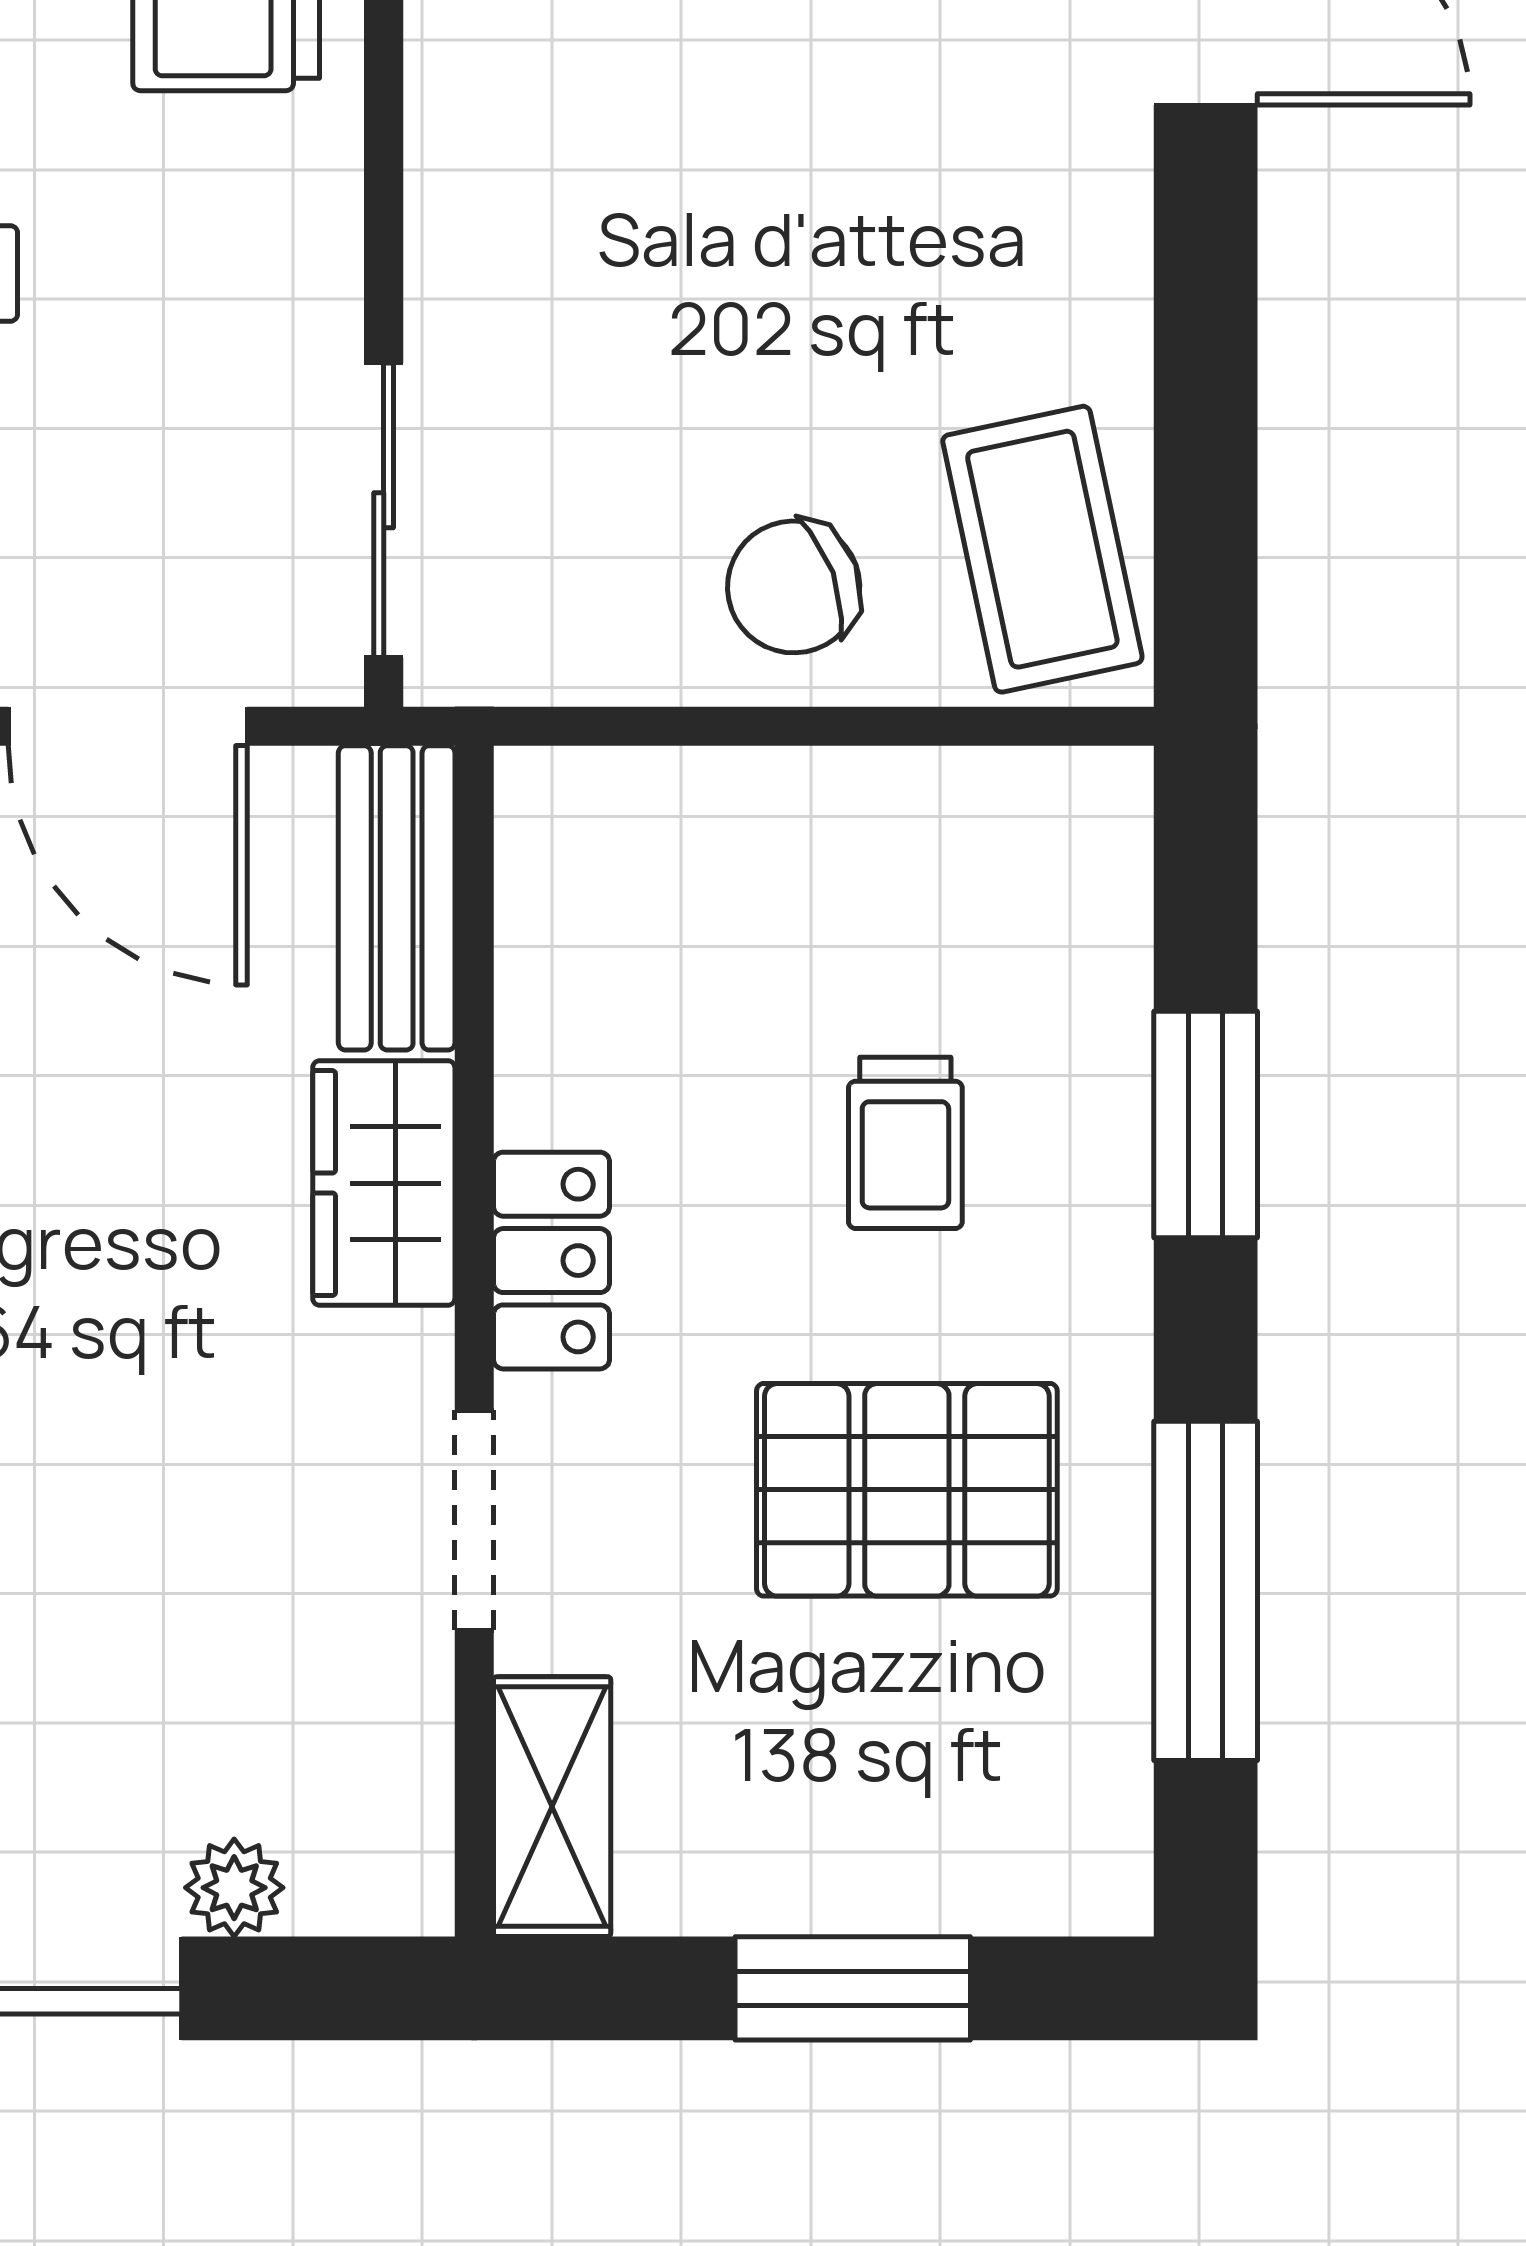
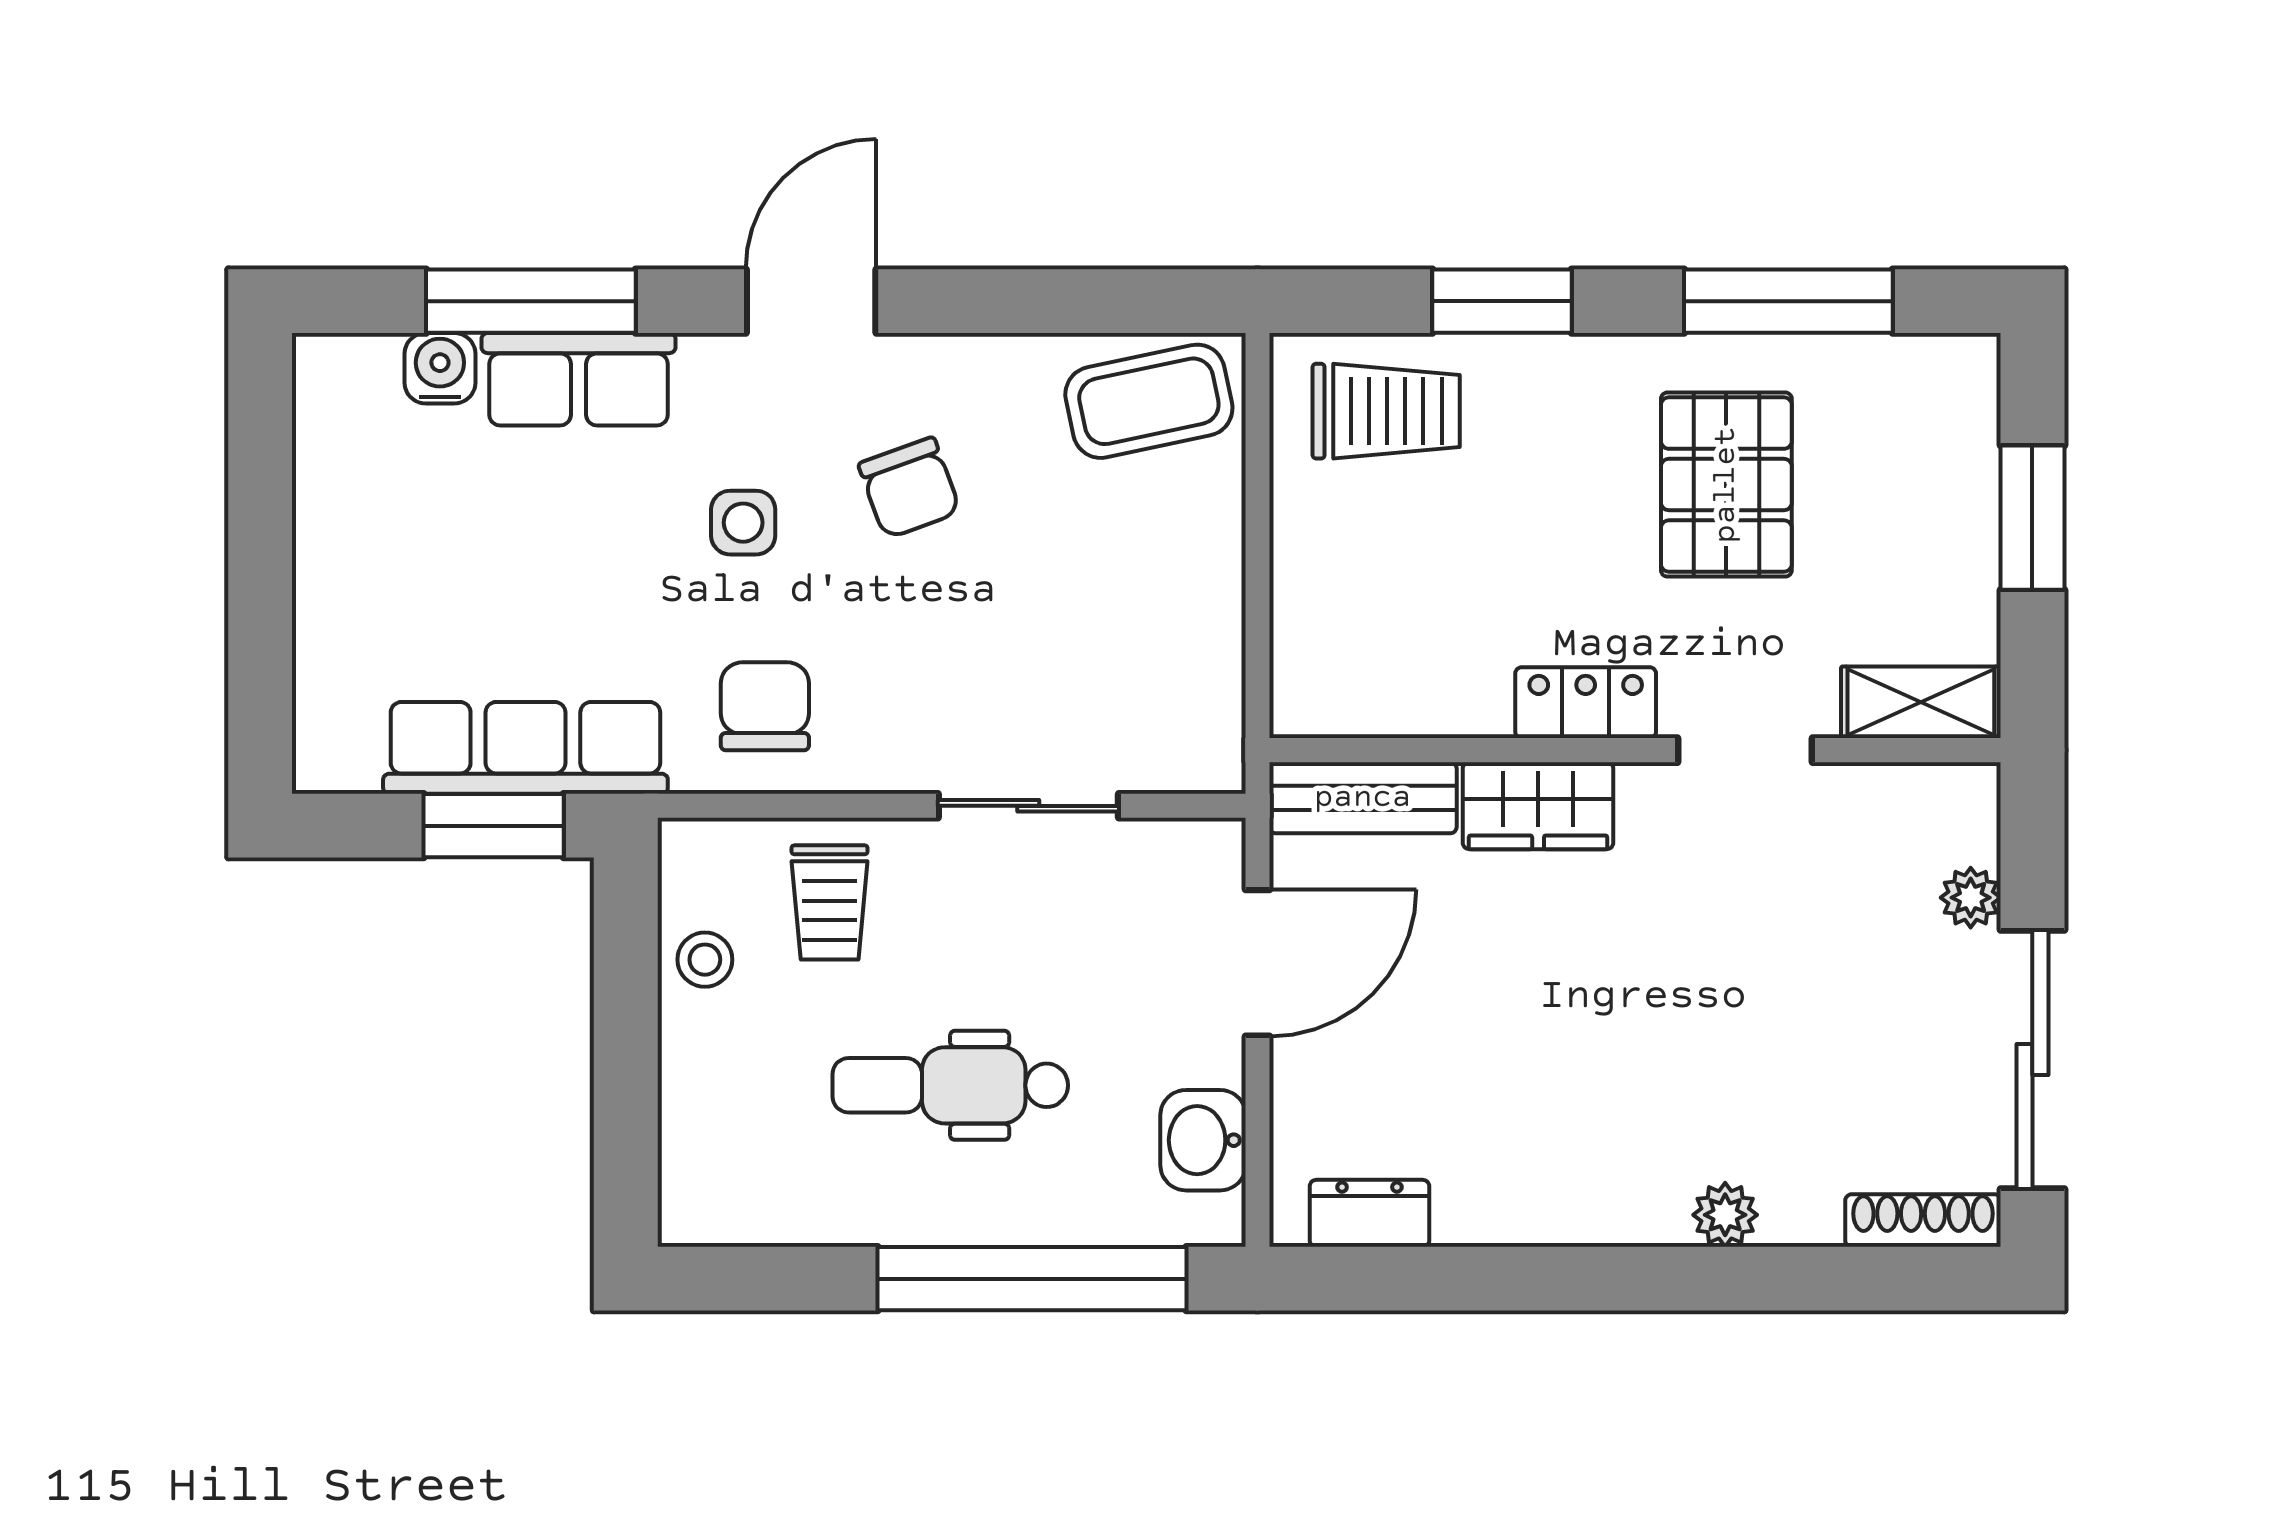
sliding door: (384, 510) -> (1028, 806), moved
chair: (794, 587) -> (909, 488), moved
trolley: (905, 1143) -> (1386, 411), moved, width x1.36, depth x1.39

